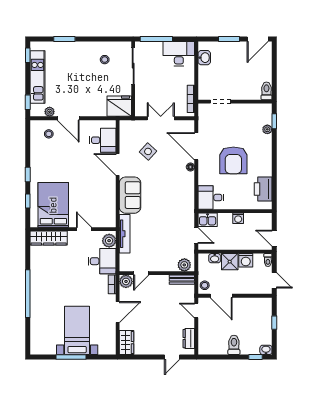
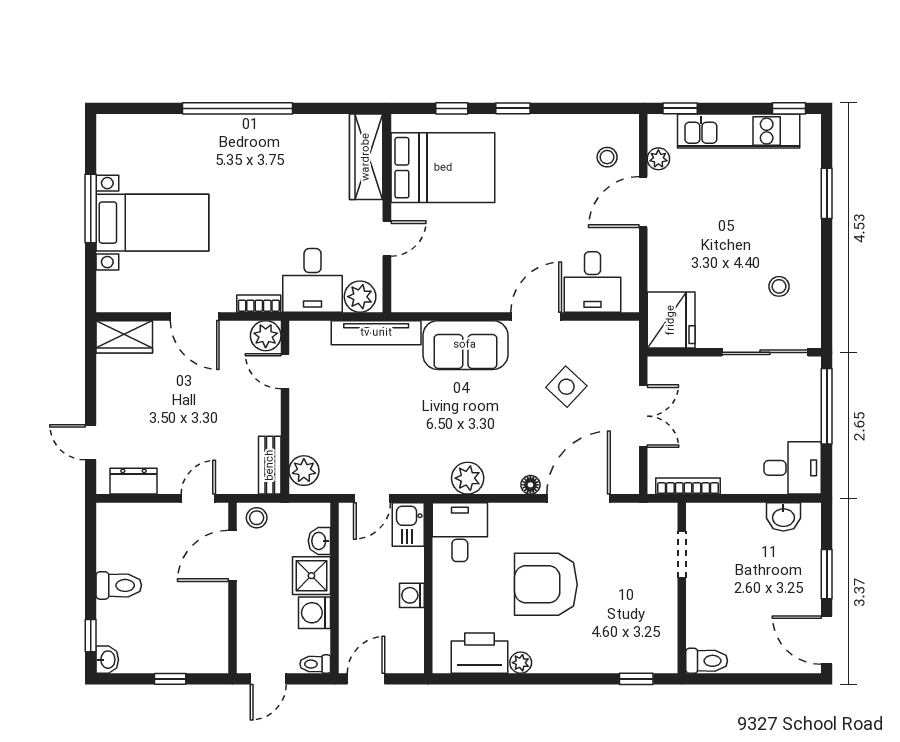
desk: (179, 54) -> (793, 468), width x0.73
plant: (267, 129) -> (521, 663), moved
plant: (188, 194) -> (468, 478), added

